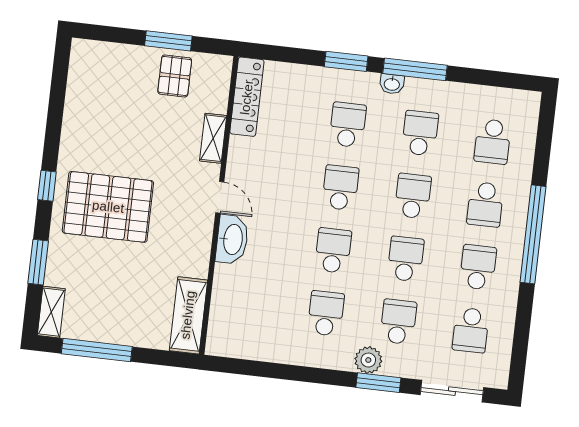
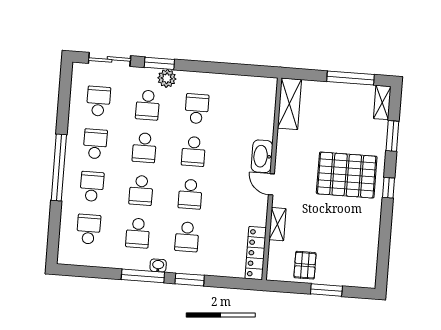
window: (168, 41) -> (326, 290), moved
school desk: (478, 267) -> (95, 144), turned 180
school desk: (326, 313) -> (197, 109), turned 180

